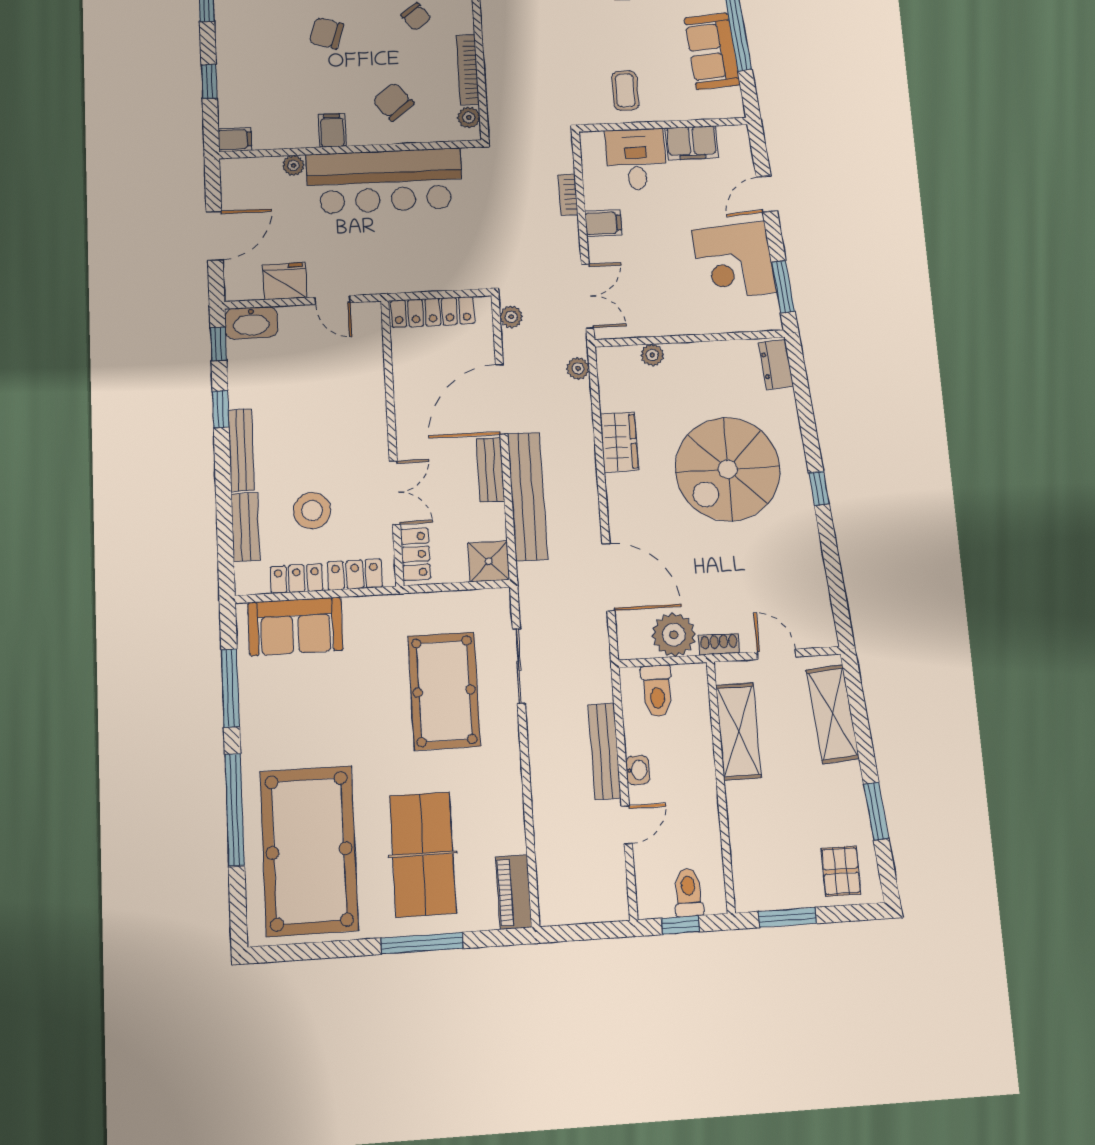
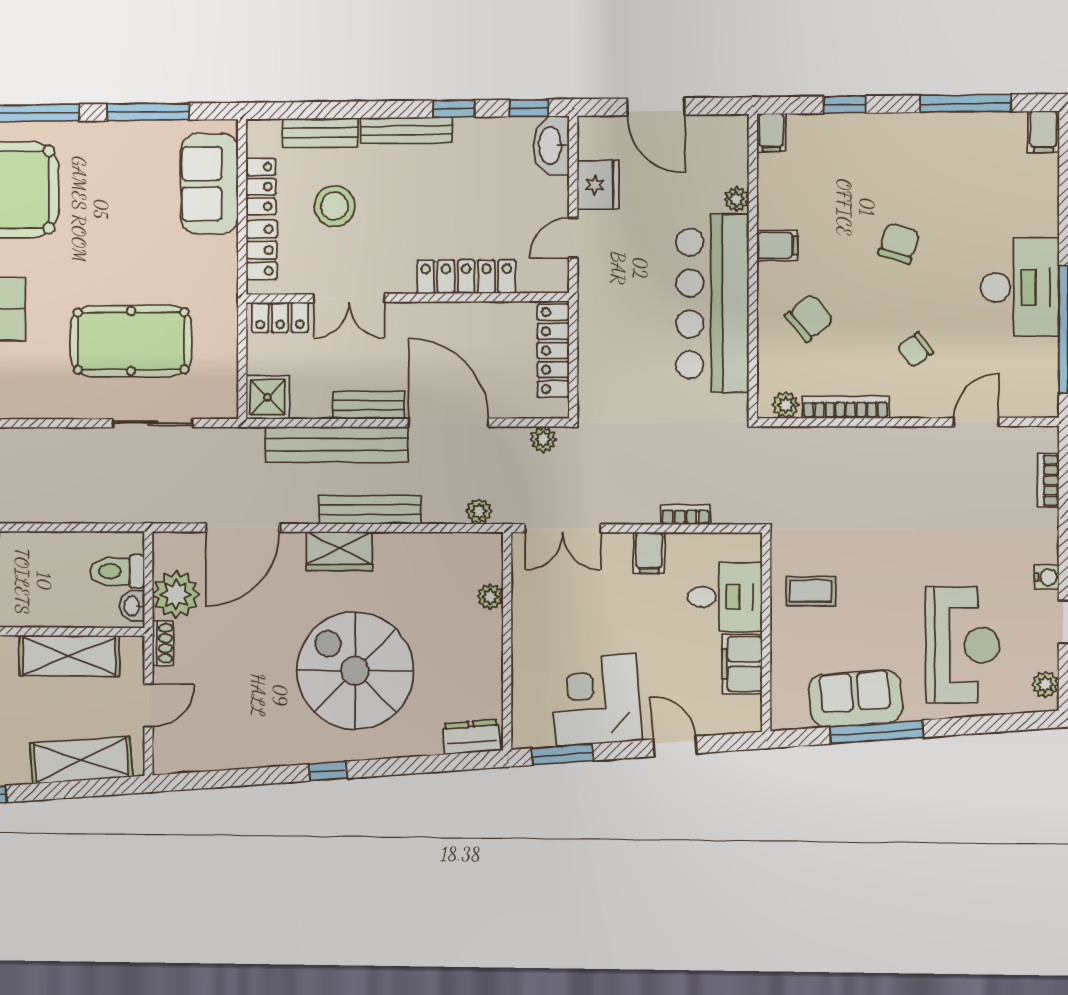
locker: (371, 390) -> (466, 277), added
wardrobe: (619, 442) -> (339, 551), moved
bench: (605, 751) -> (370, 510), moved
washbasin: (638, 770) -> (132, 606), moved, turned 90

